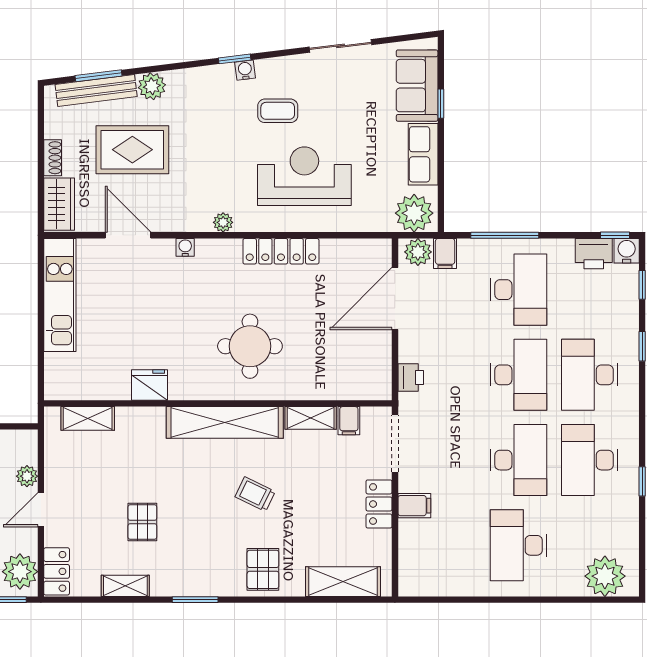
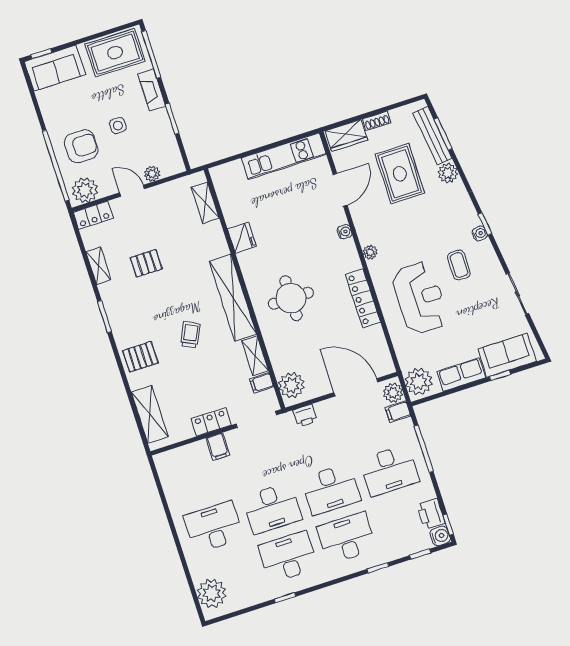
plant: (365, 382) -> (292, 385), added

